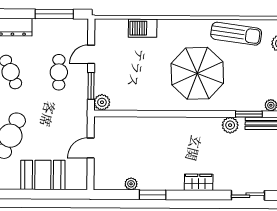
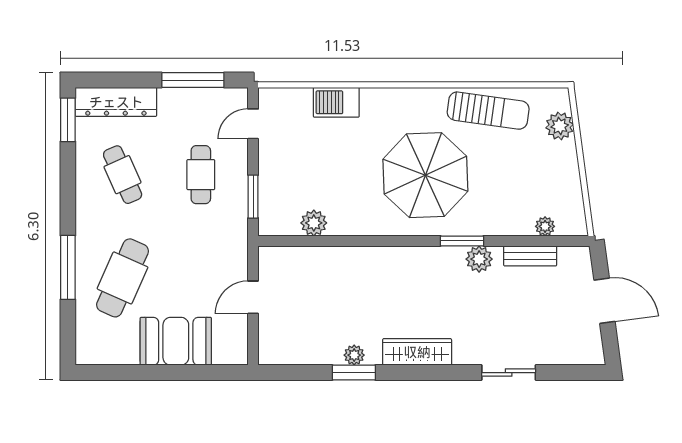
door: (91, 54) -> (253, 124), moved
plant: (102, 102) -> (314, 223), moved
window: (249, 114) -> (462, 241), moved
wardrobe: (199, 182) -> (417, 352), width x1.50
plant: (131, 184) -> (354, 355), moved

